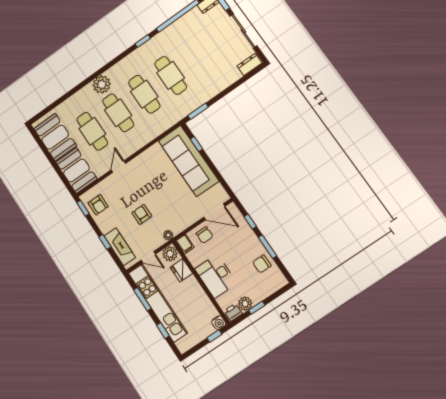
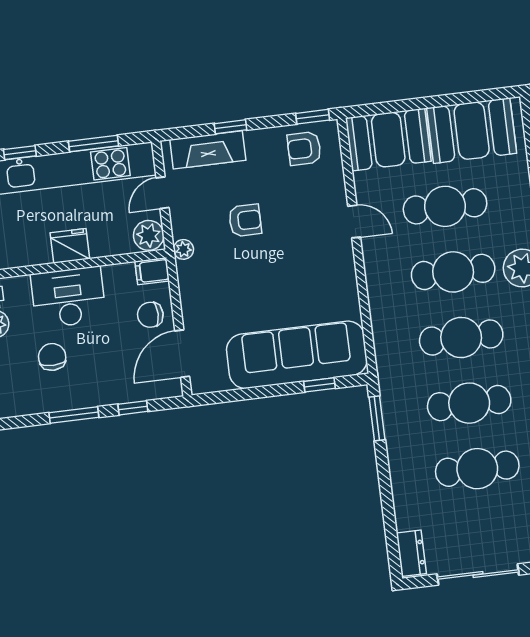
cafe table: (197, 57) -> (477, 469), added
chair: (262, 264) -> (52, 357), moved
fridge: (181, 270) -> (70, 246), moved

